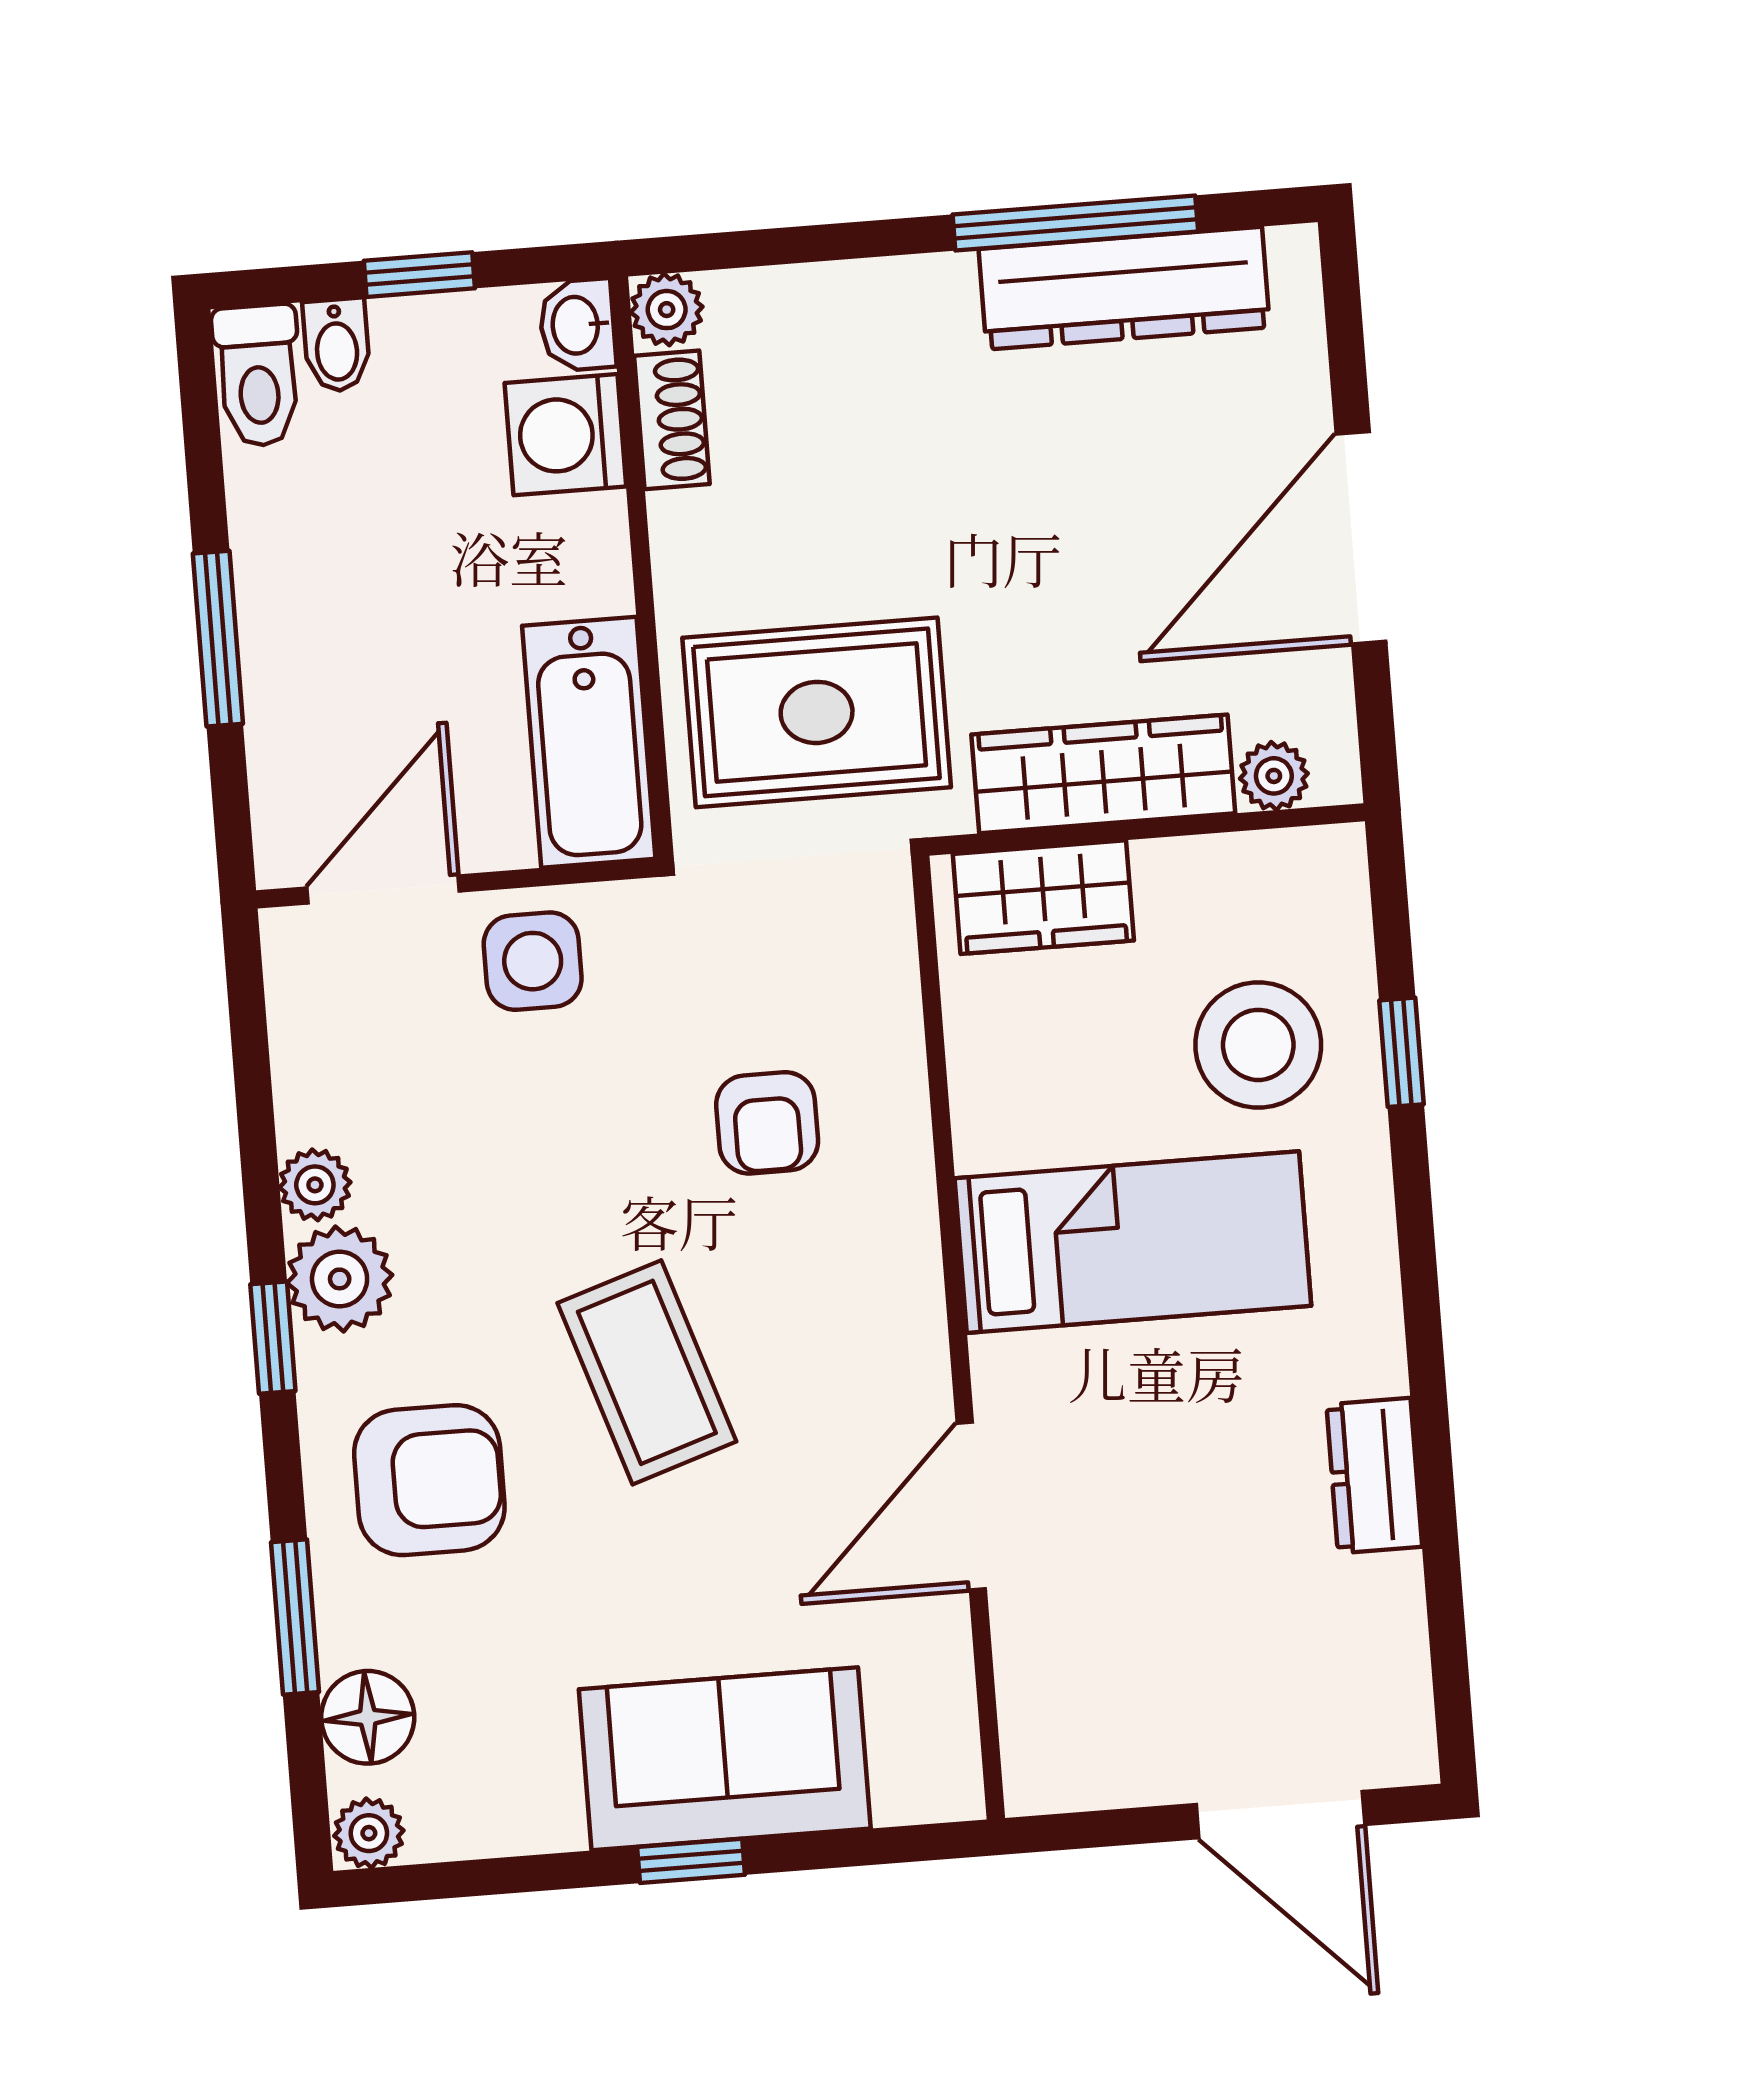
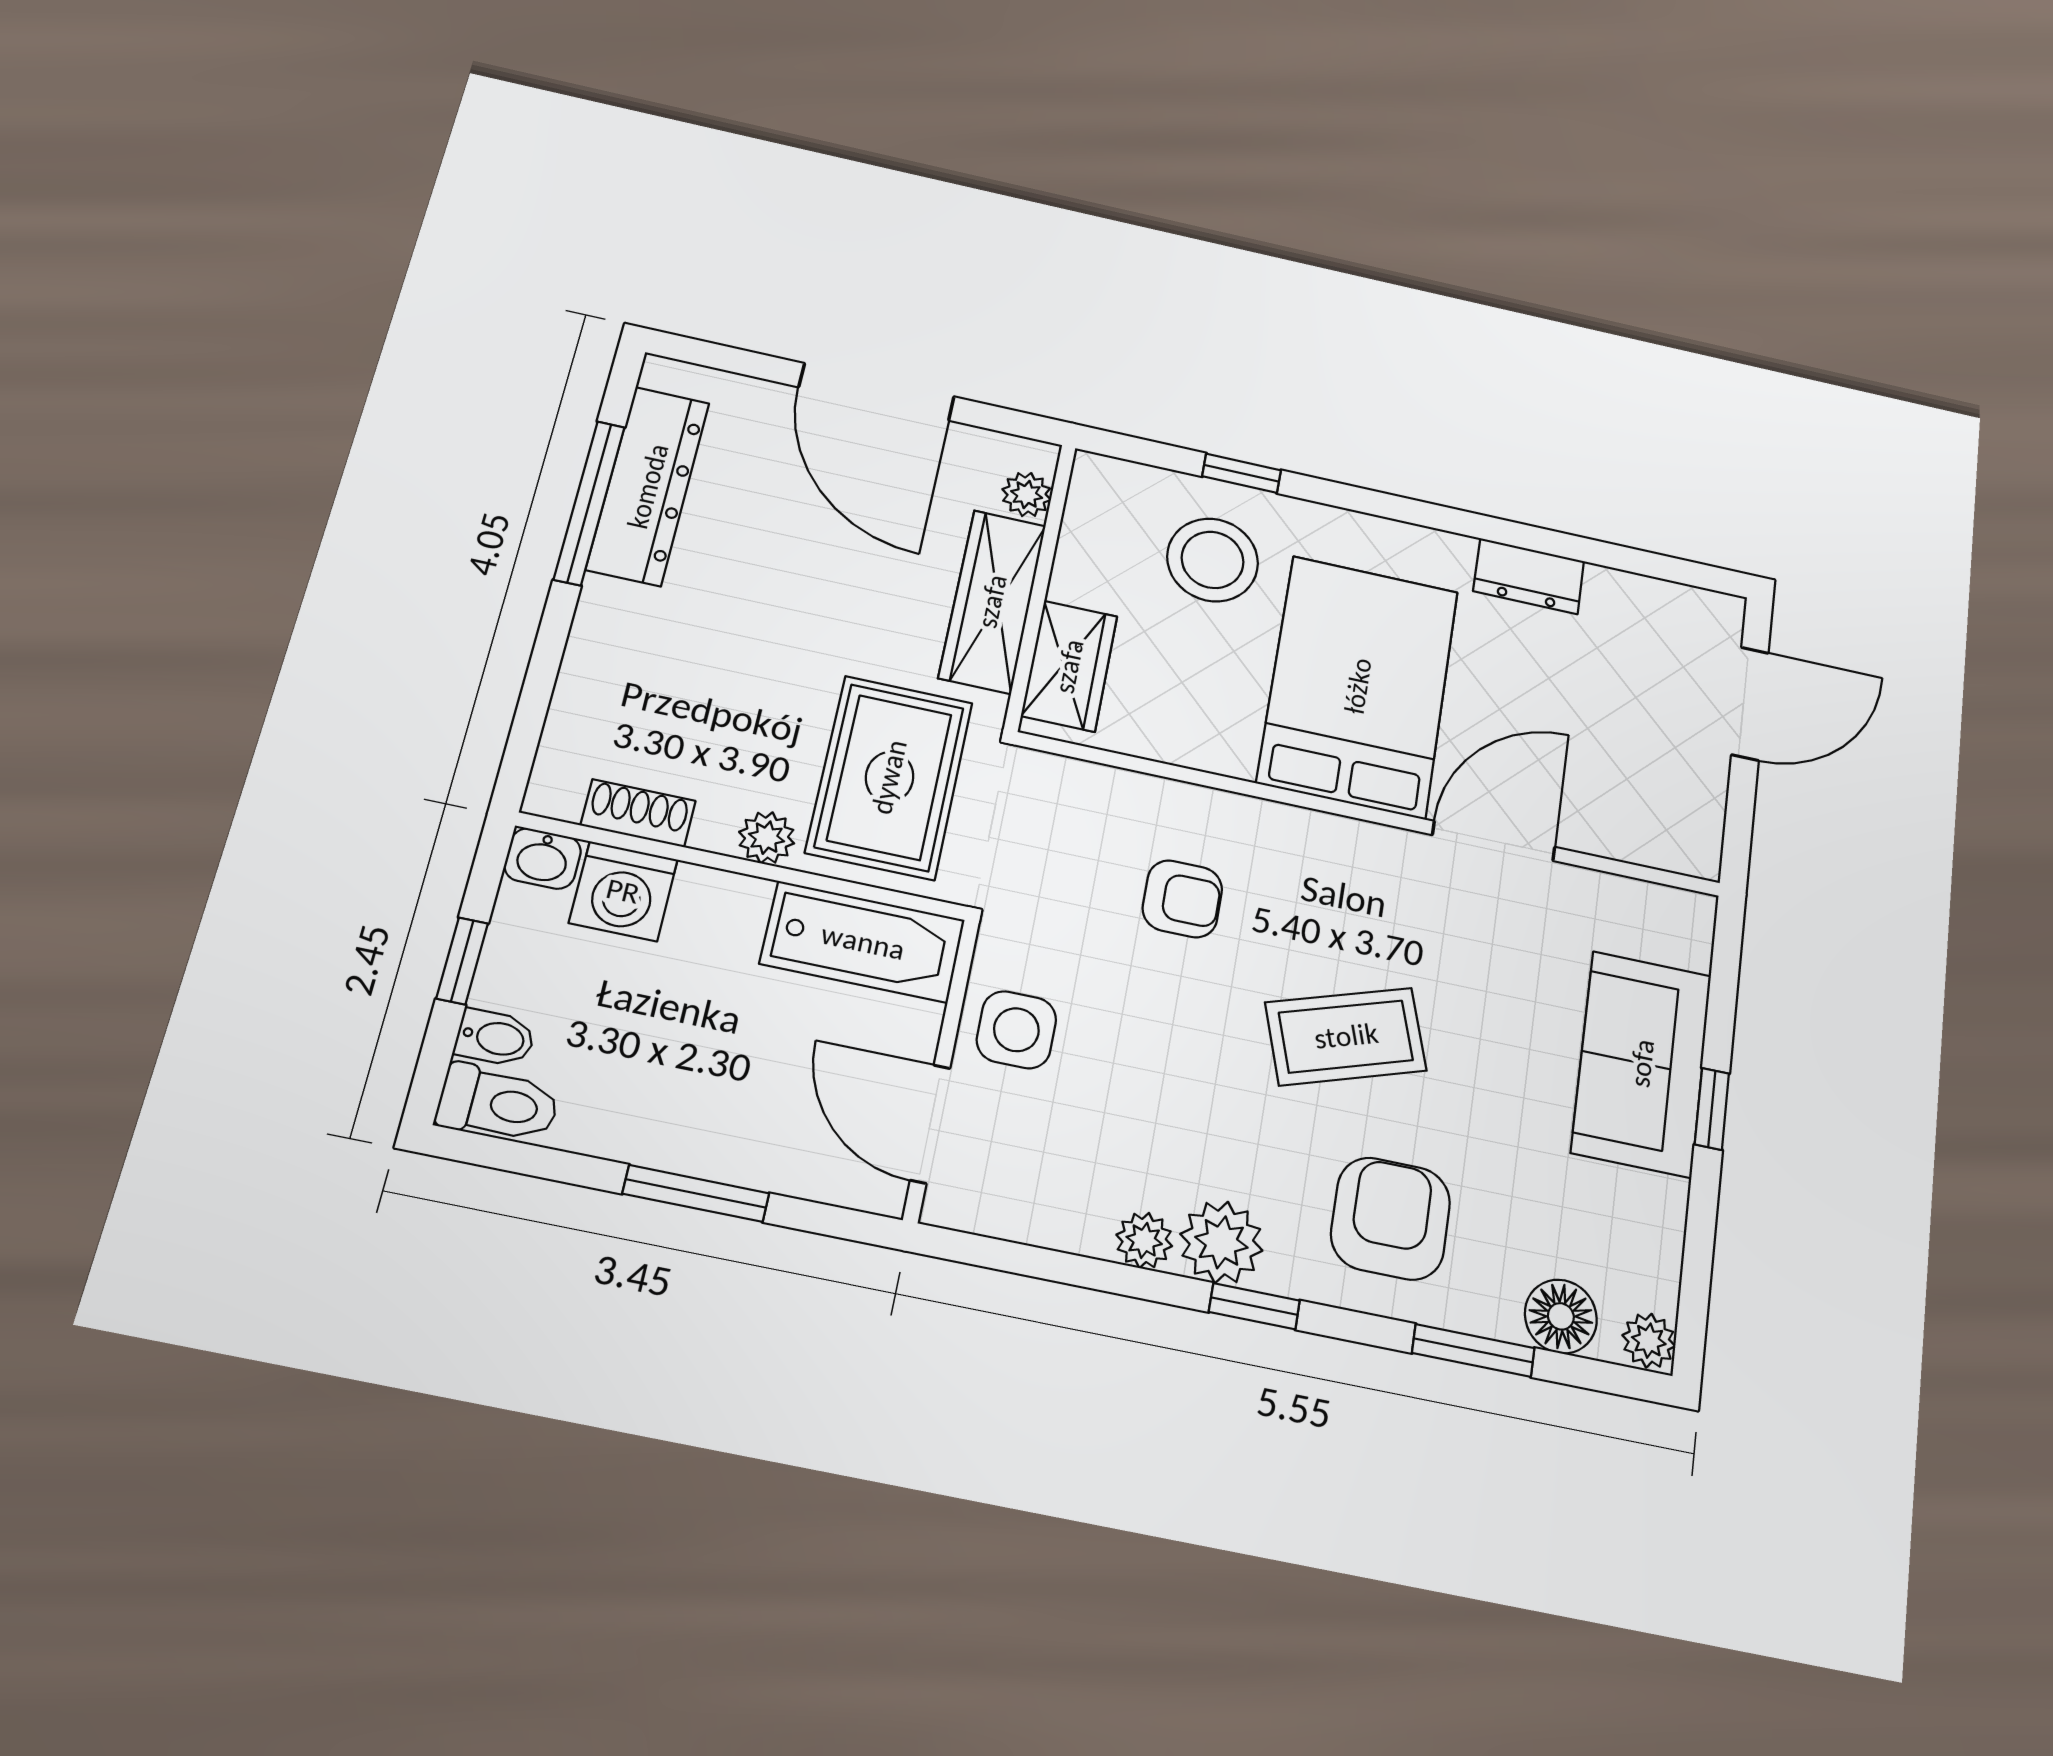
plant: (667, 310) -> (767, 838), moved
bed: (1133, 1242) -> (1358, 686), width x1.50
door: (971, 1506) -> (1494, 841), swing flipped

